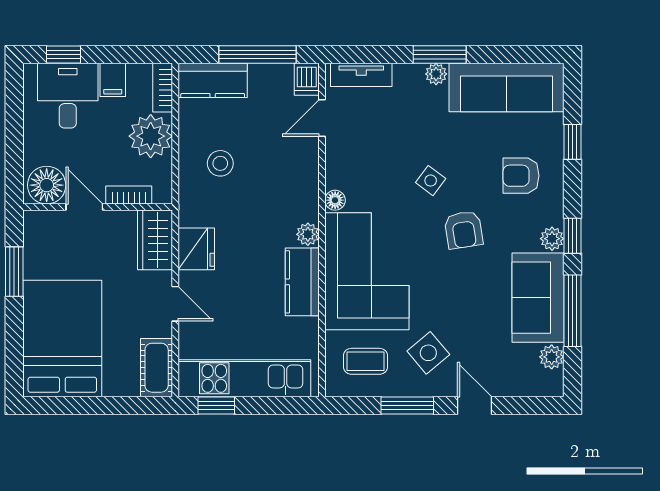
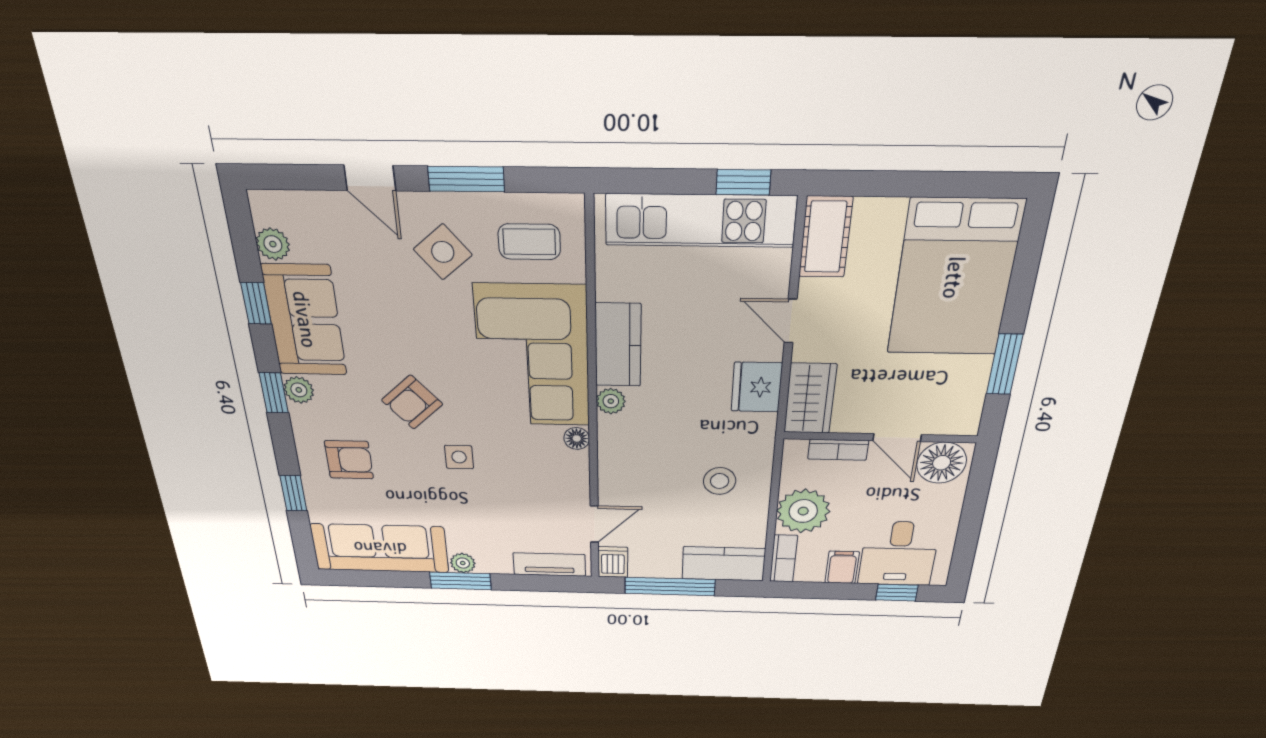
side table: (431, 181) -> (459, 457), turned -37
armchair: (464, 230) -> (412, 402), turned -123
window: (572, 311) -> (256, 303), width x0.46

